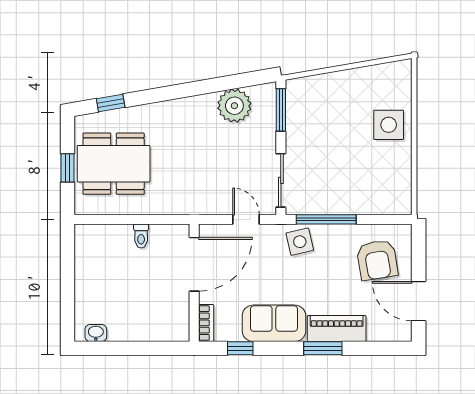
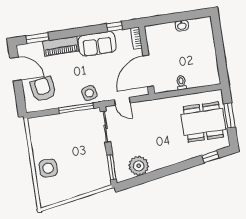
window: (68, 168) -> (229, 116), width x1.50
washbasin: (96, 333) -> (182, 25), moved
window: (323, 348) -> (38, 38), moved

